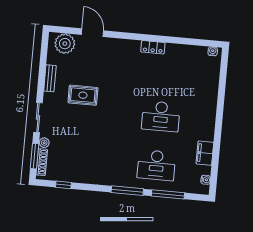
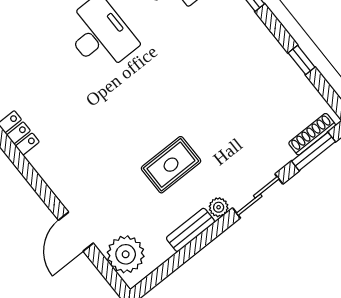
rug: (83, 95) -> (171, 165), turned 90
plant: (44, 143) -> (219, 207), moved
window: (63, 185) -> (302, 60), moved

